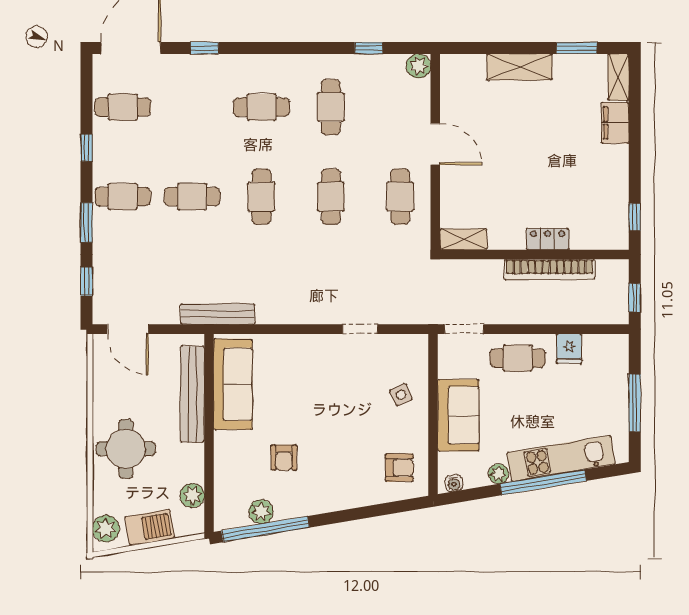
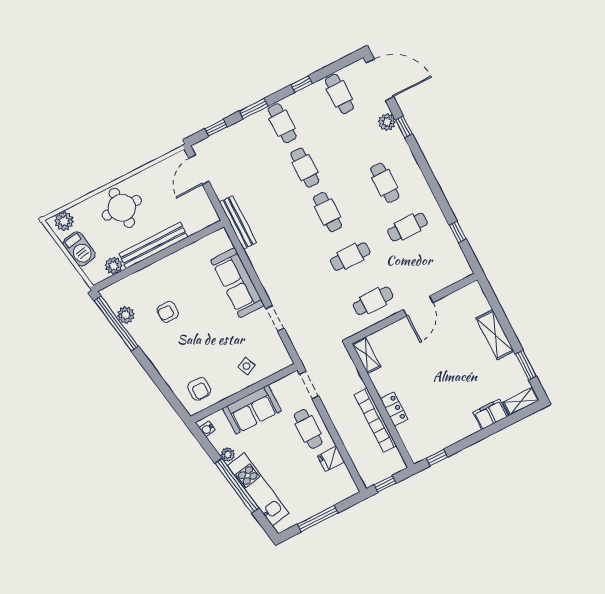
plant: (418, 66) -> (387, 122), moved
cafe table: (261, 197) -> (328, 212), turned 90
sofa: (233, 384) -> (237, 283), moved, turned 90
bench: (192, 394) -> (153, 245), moved

